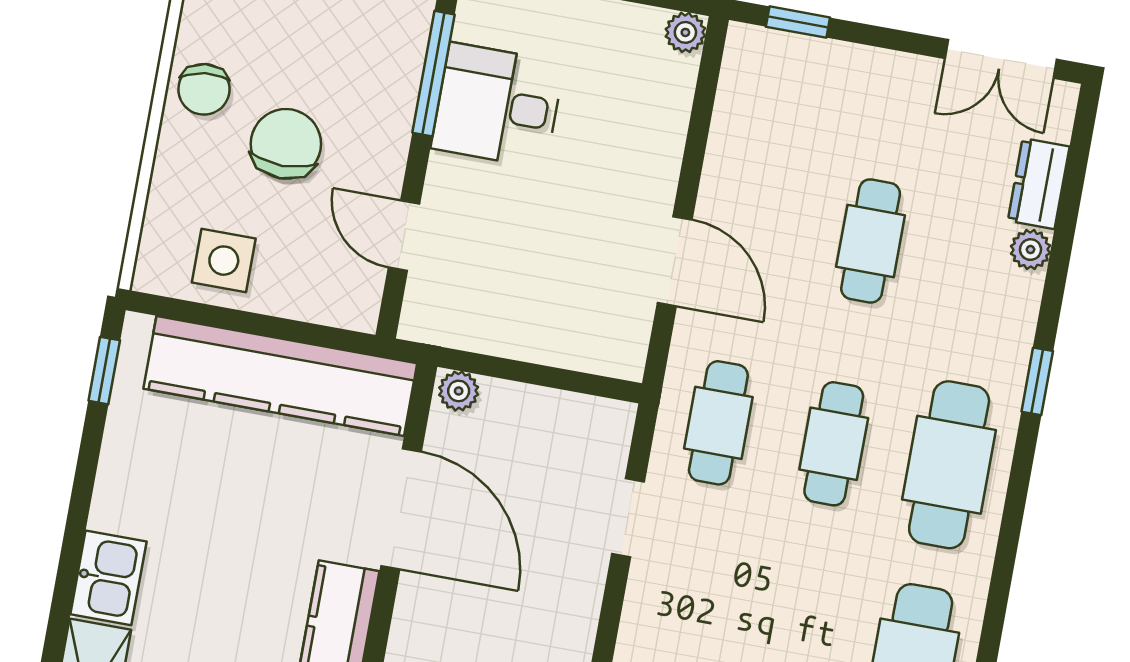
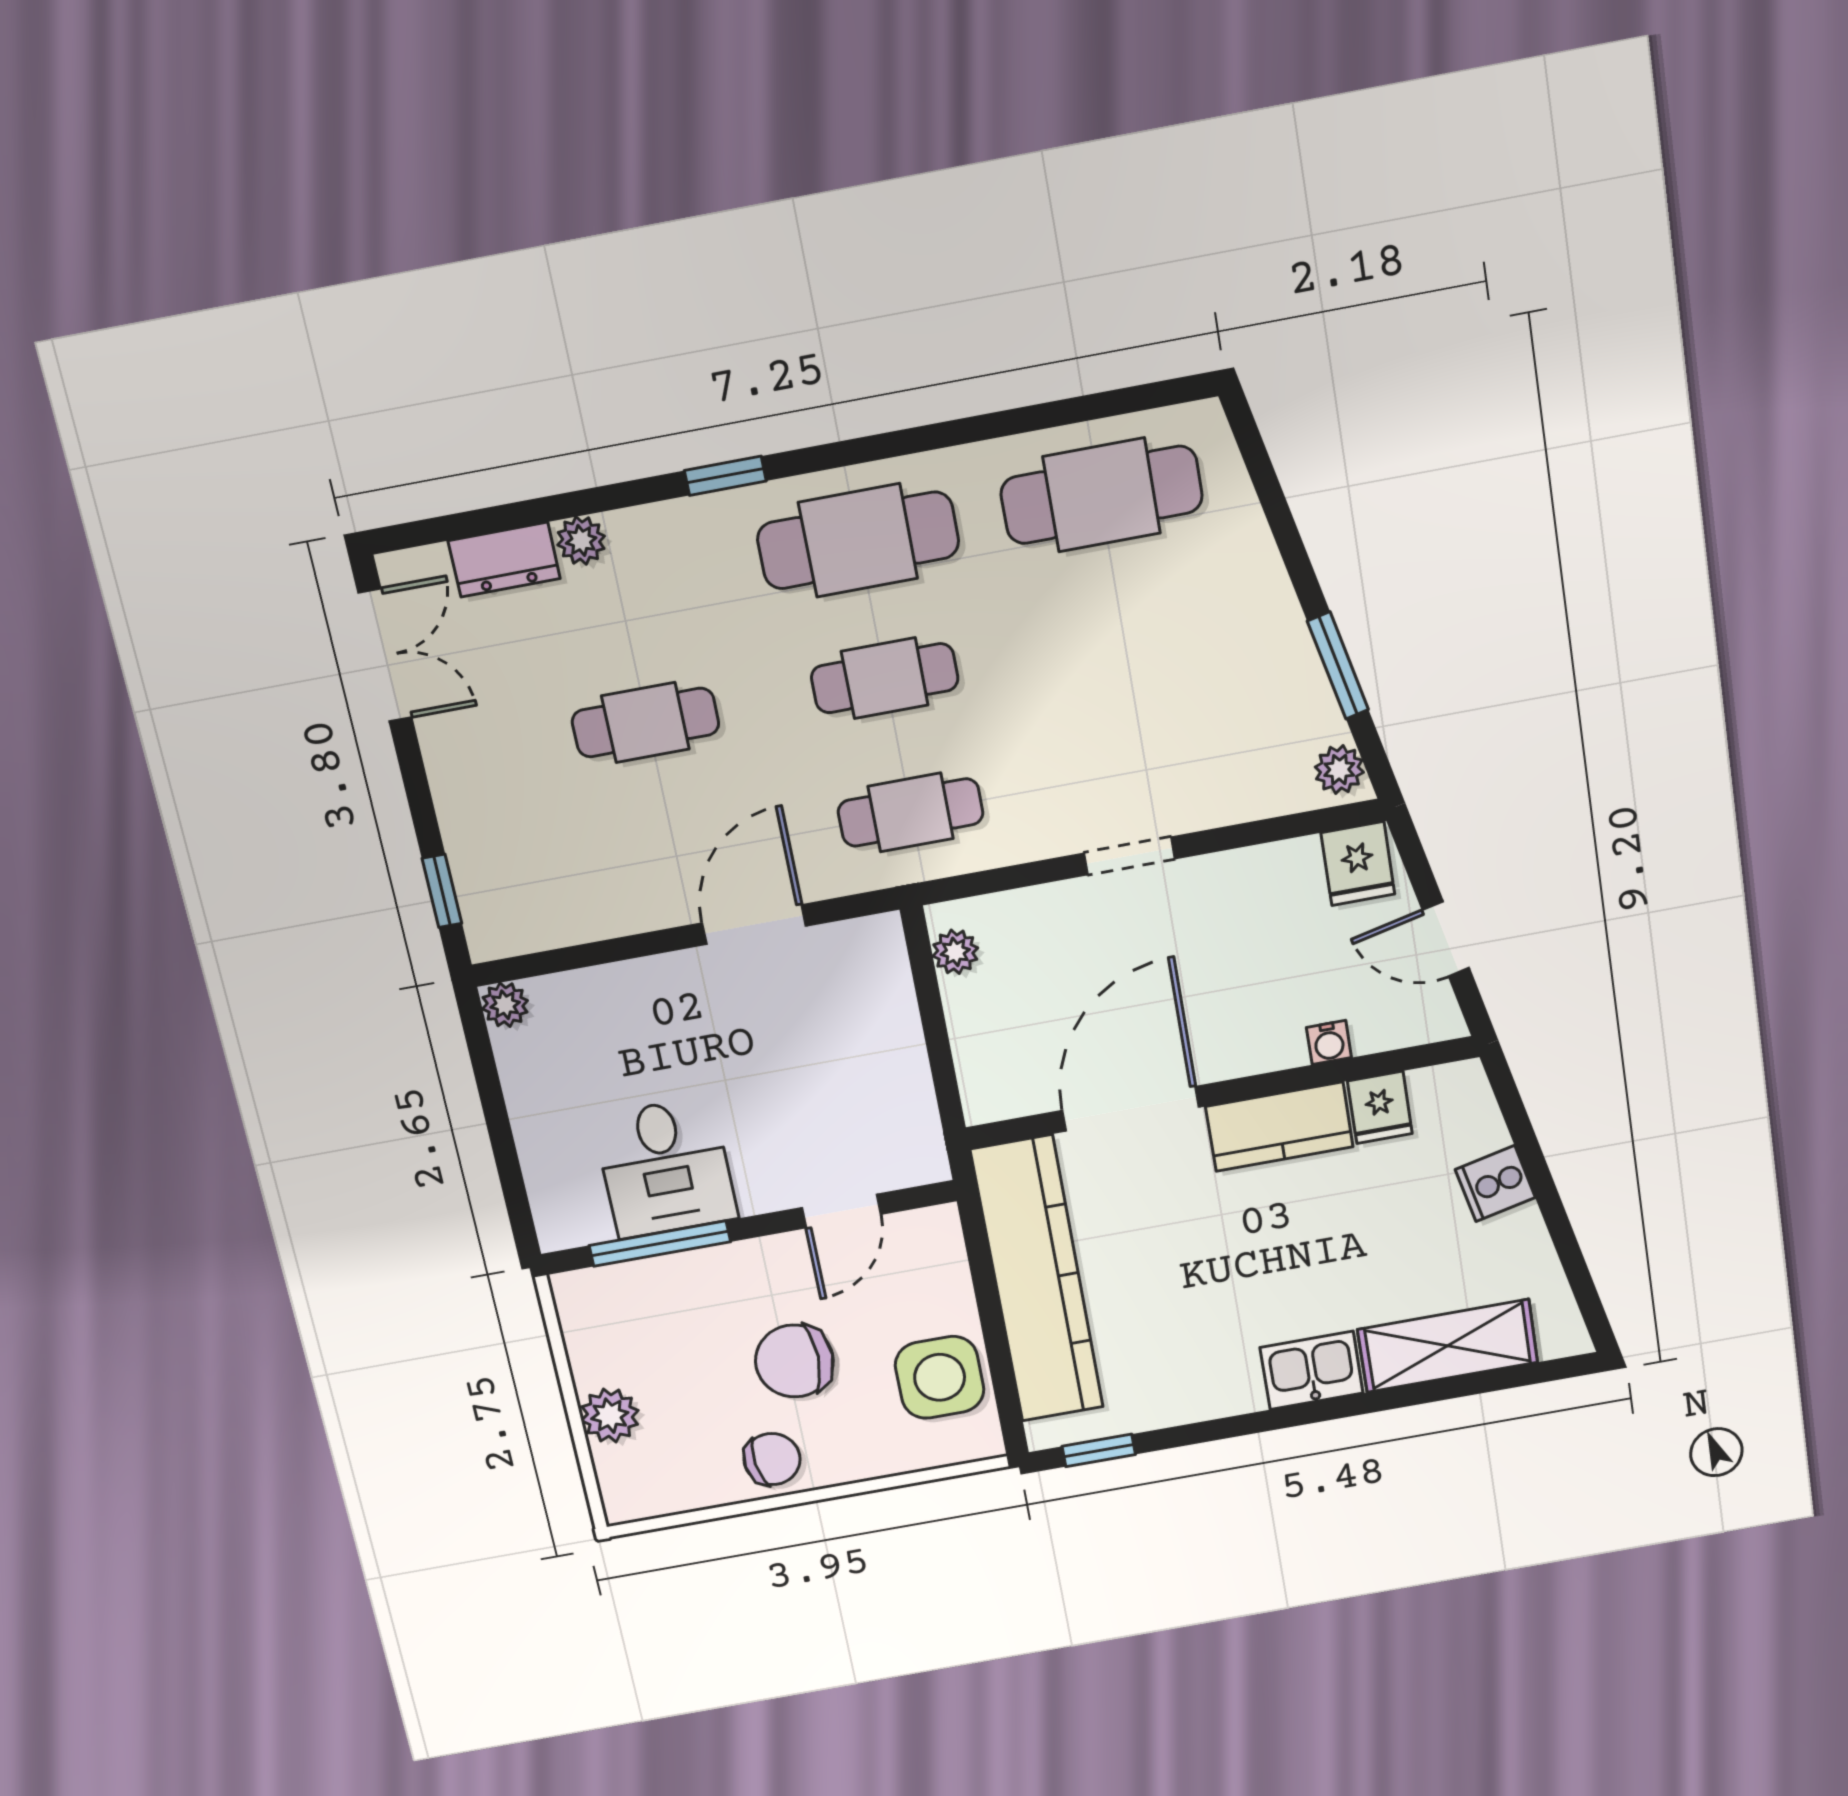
side table: (224, 261) -> (940, 1377), width x1.37, depth x1.37
plant: (459, 391) -> (955, 952), moved
doorway: (628, 518) -> (1129, 856), moved

